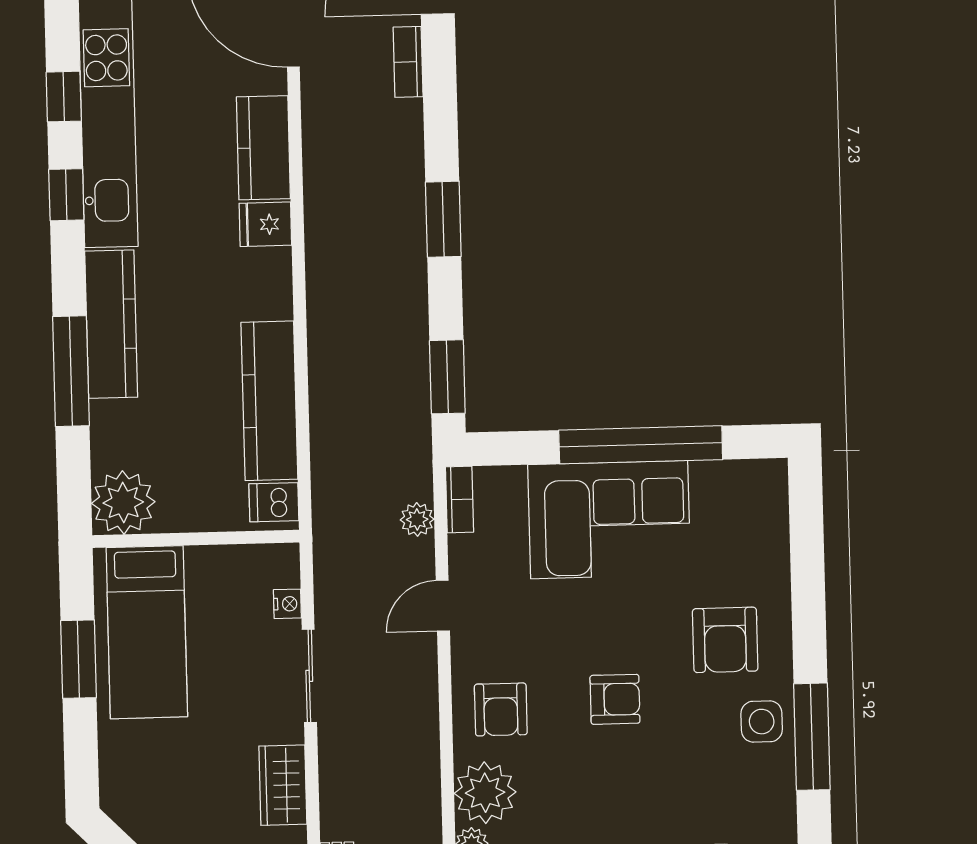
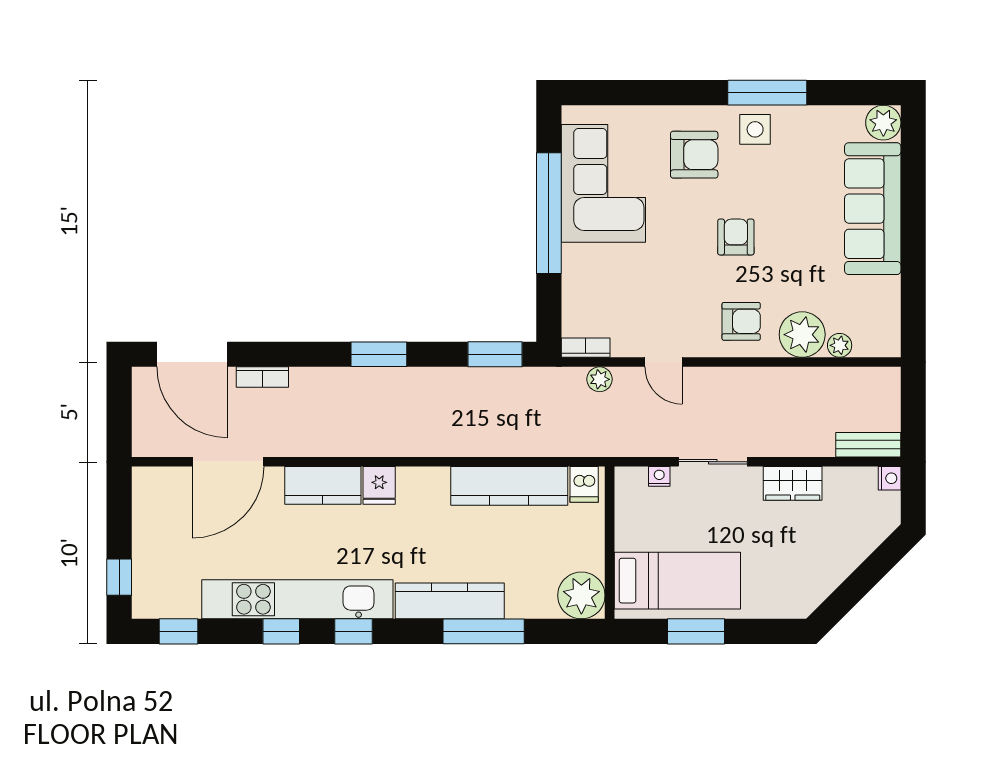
corner sofa: (609, 520) -> (603, 183), moved

